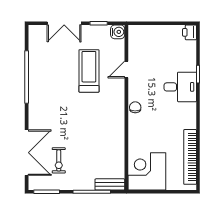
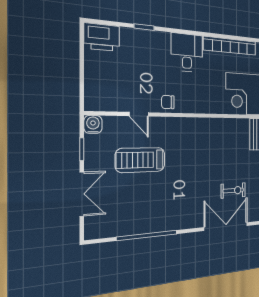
printer: (190, 32) -> (102, 37), width x1.87, depth x1.48
desk: (180, 87) -> (187, 53), moved
chair: (135, 107) -> (168, 102), moved

